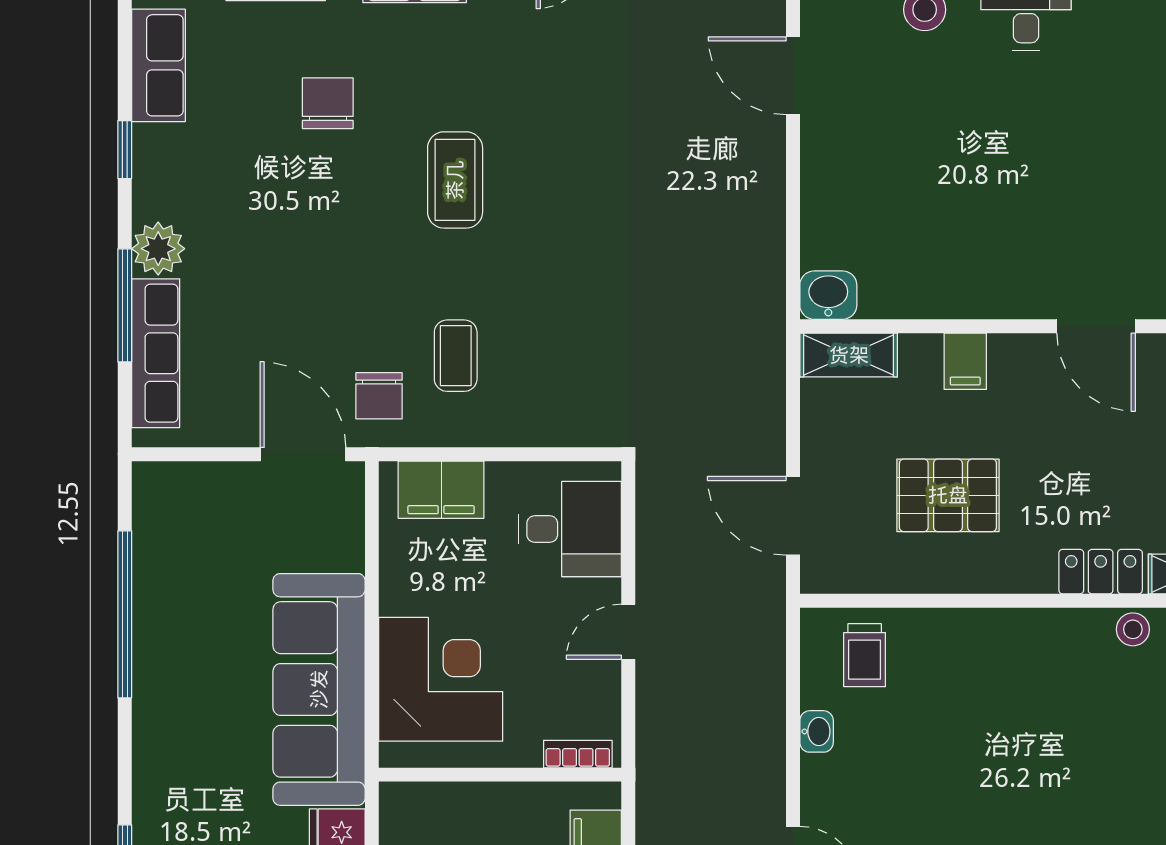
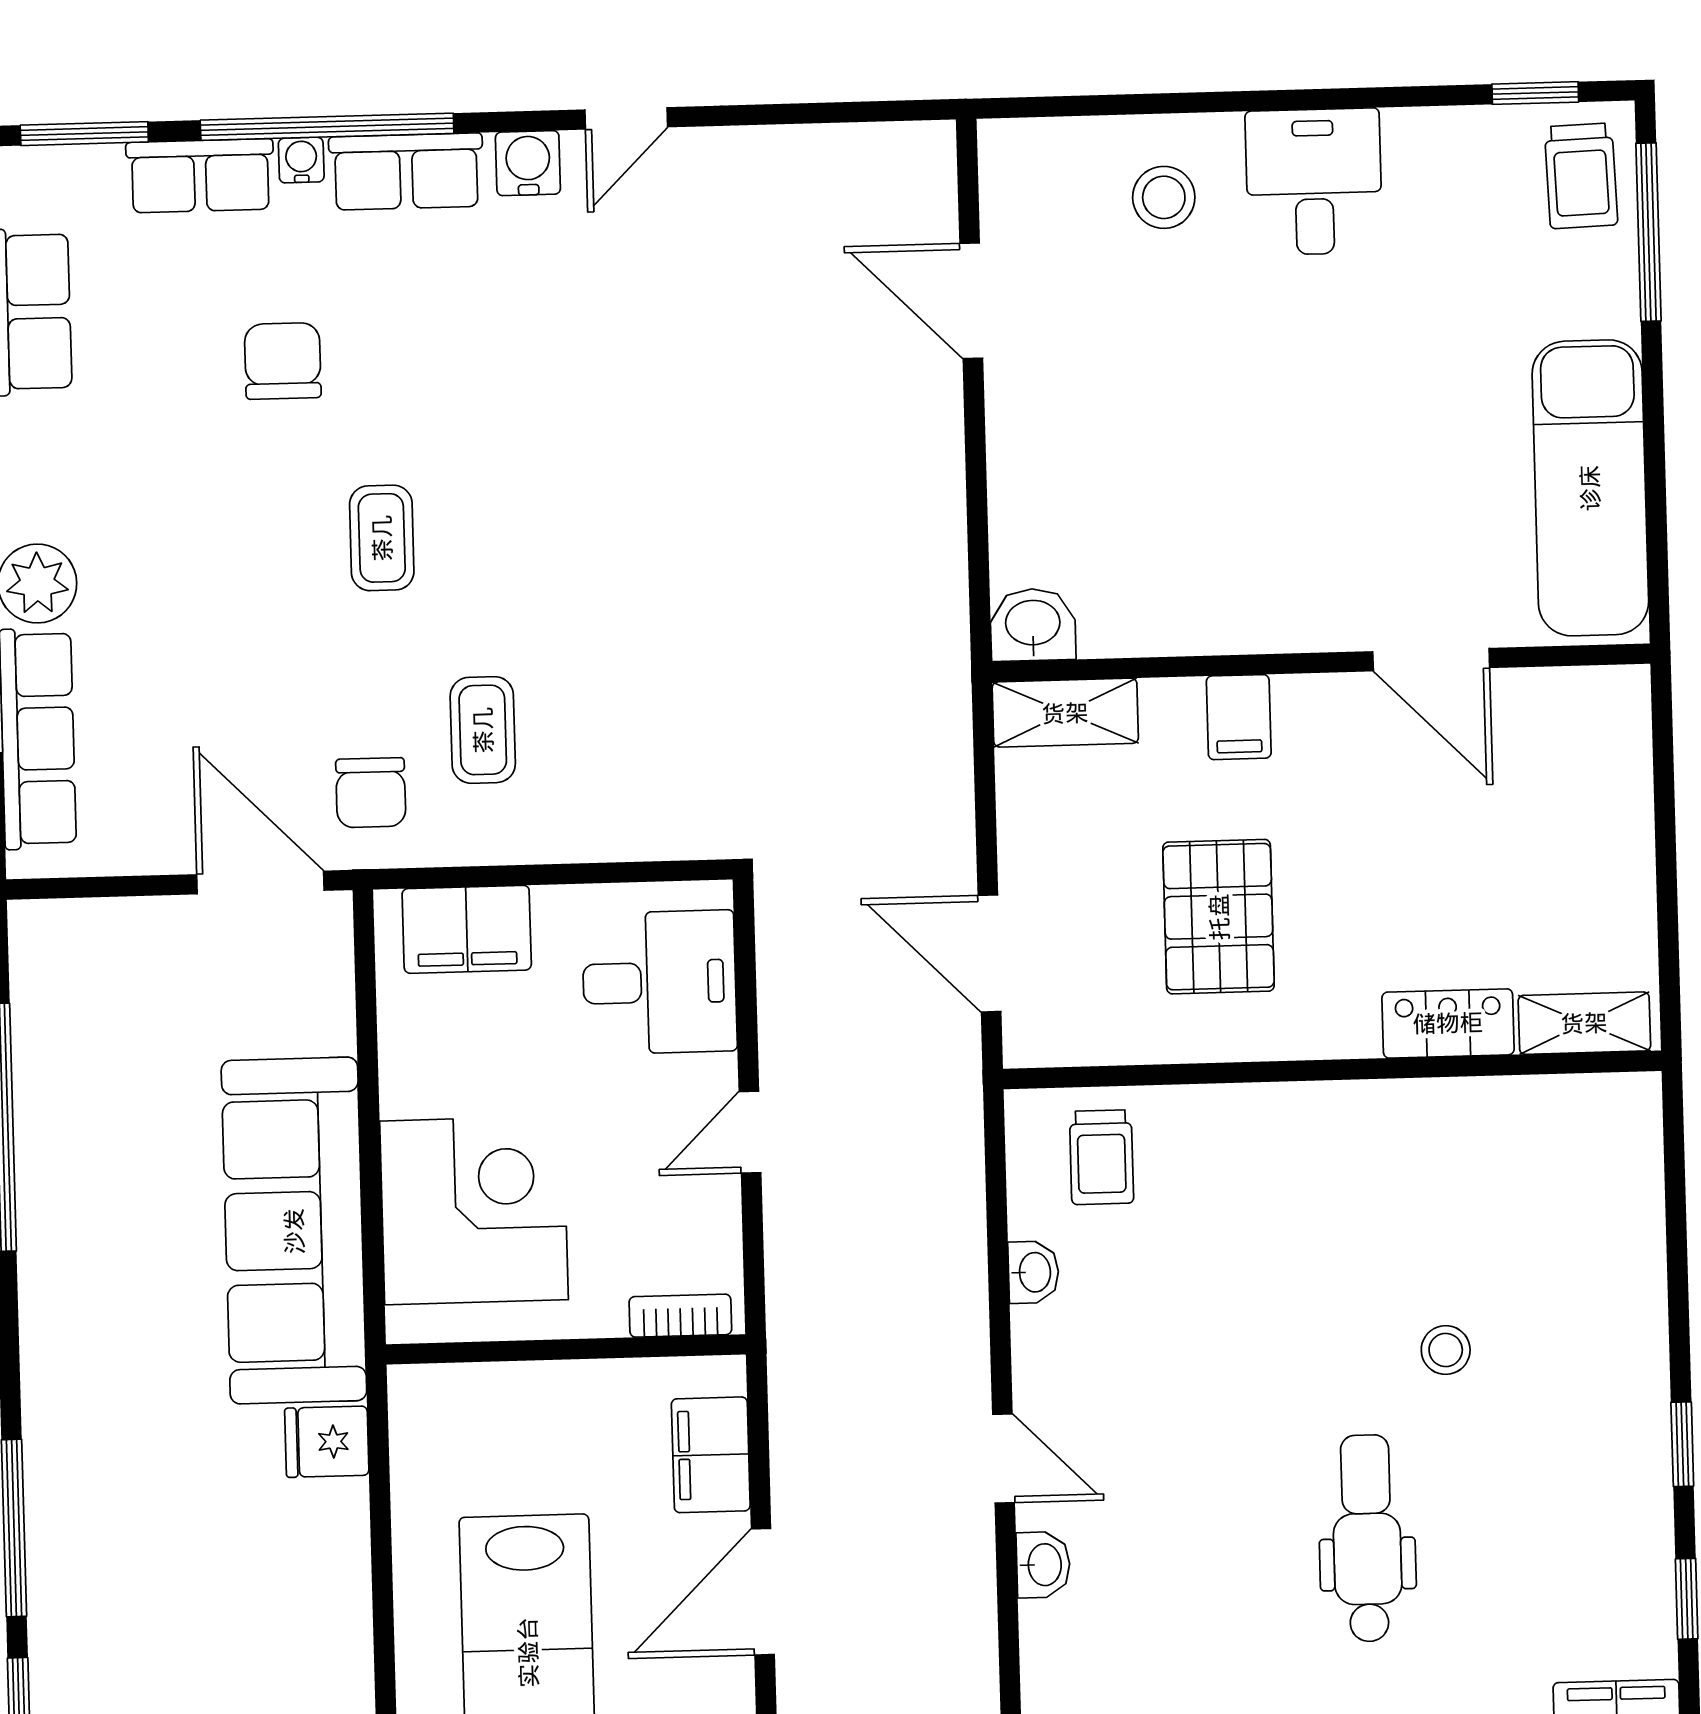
coffee table: (455, 180) -> (382, 538), moved, width x0.73, depth x0.77
pallet: (948, 495) -> (1219, 917), turned 90
stool: (1133, 629) -> (1446, 1350), moved

